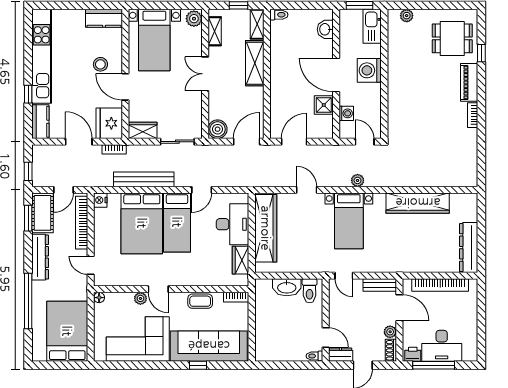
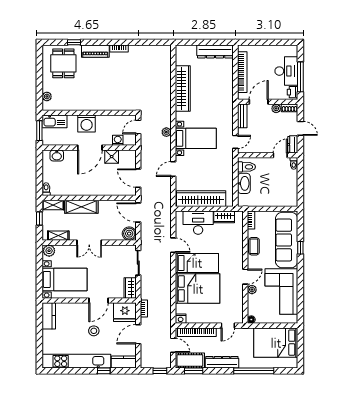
stool: (100, 64) -> (94, 331), moved
bench: (144, 179) -> (166, 287), removed

